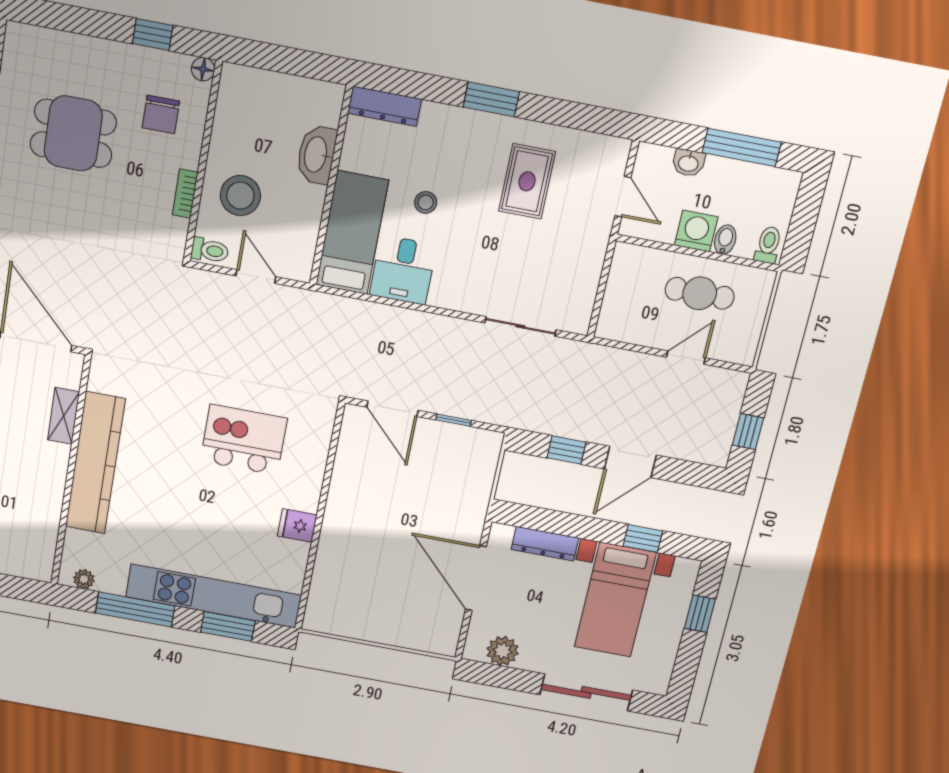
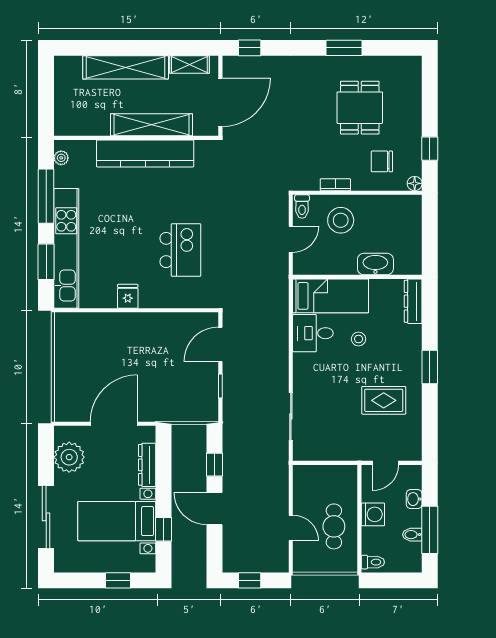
bidet: (725, 240) -> (412, 535), moved, turned 180
shelving: (64, 416) -> (151, 125), width x2.20, depth x1.33
plant: (503, 651) -> (69, 457), width x1.36, depth x1.36

